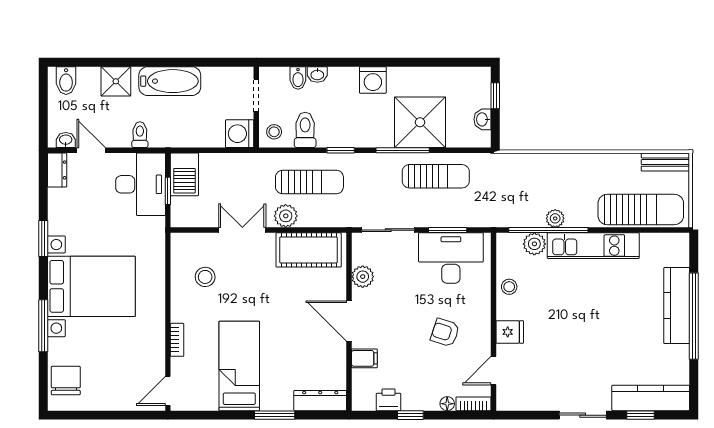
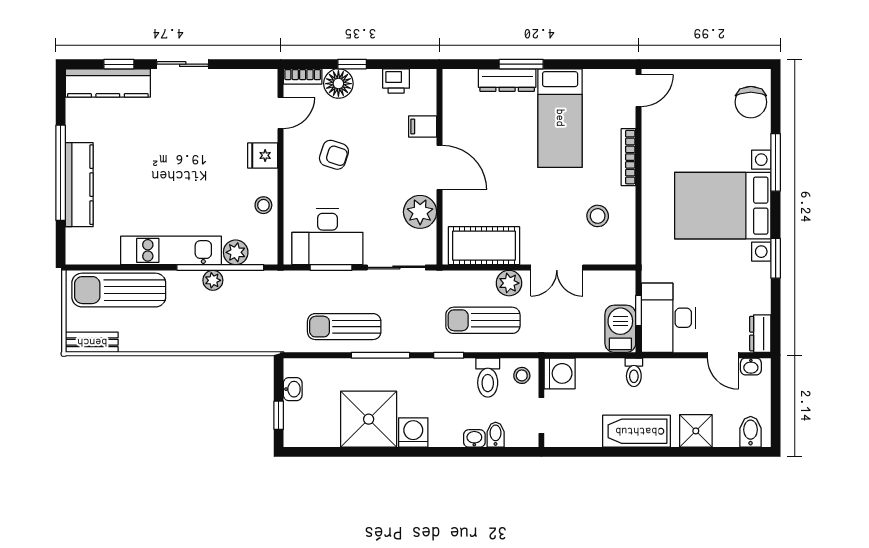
shower: (420, 122) -> (369, 419), moved
toilet: (140, 135) -> (634, 372), moved
plant: (363, 277) -> (420, 212), width x1.36, depth x1.36
bookcase: (177, 340) -> (628, 157), width x1.56
dresser: (320, 401) -> (507, 80), moved
floor lamp: (447, 404) -> (338, 84), width x1.89, depth x1.89
window: (410, 415) -> (352, 64), moved

